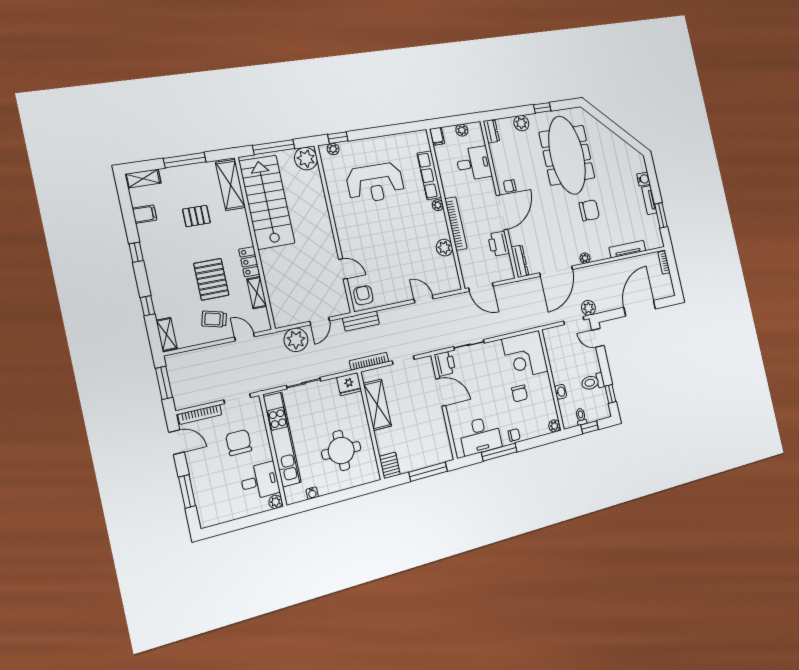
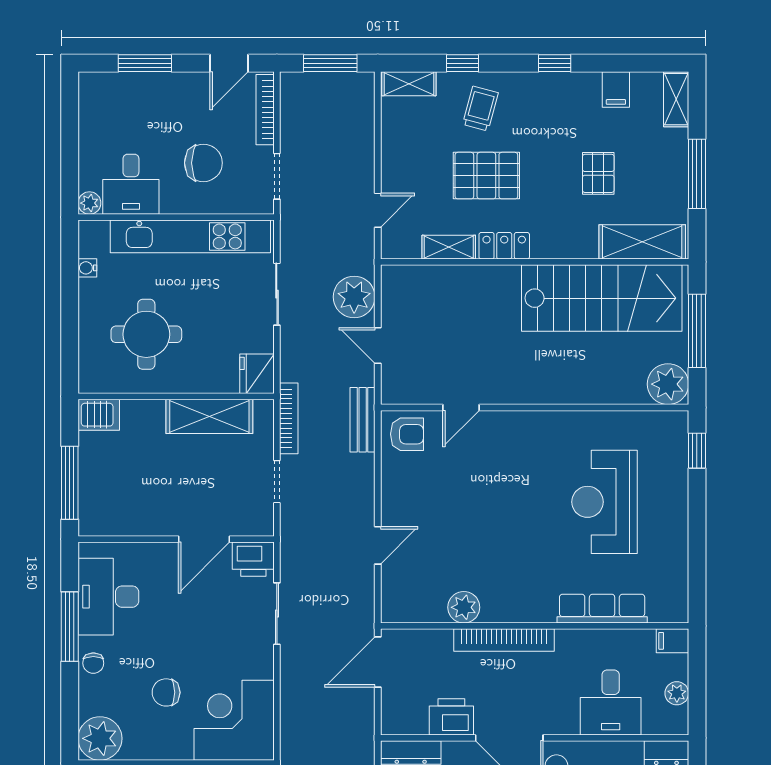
plant: (333, 149) -> (678, 437), removed
plant: (438, 205) -> (544, 613), removed
trolley: (214, 319) -> (480, 109), moved
plant: (554, 426) -> (100, 738), width x1.88, depth x1.88

